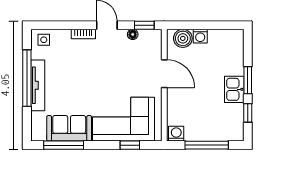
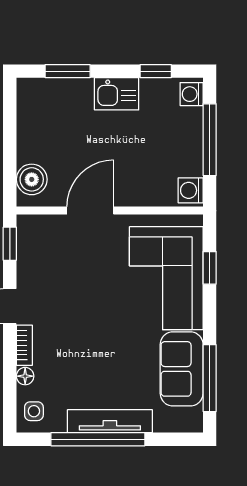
floor lamp: (133, 34) -> (25, 376), moved
washing machine: (200, 36) -> (192, 94), moved, turned 180
window: (248, 80) -> (68, 71), moved

